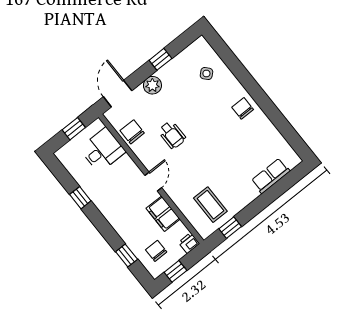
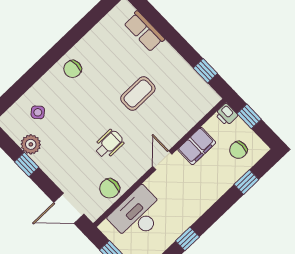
plant: (152, 85) -> (31, 144), moved
desk: (102, 150) -> (138, 215), width x1.37
door: (153, 182) -> (162, 160), hinge flipped
coffee table: (210, 205) -> (138, 94), moved
window: (175, 271) -> (249, 116), moved

